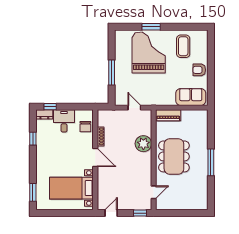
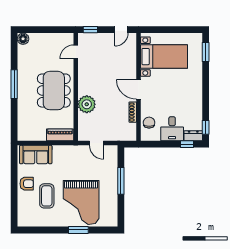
coffee table: (183, 46) -> (47, 196), moved
window: (33, 139) -> (206, 127), moved
floor lamp: (203, 205) -> (23, 39), added

